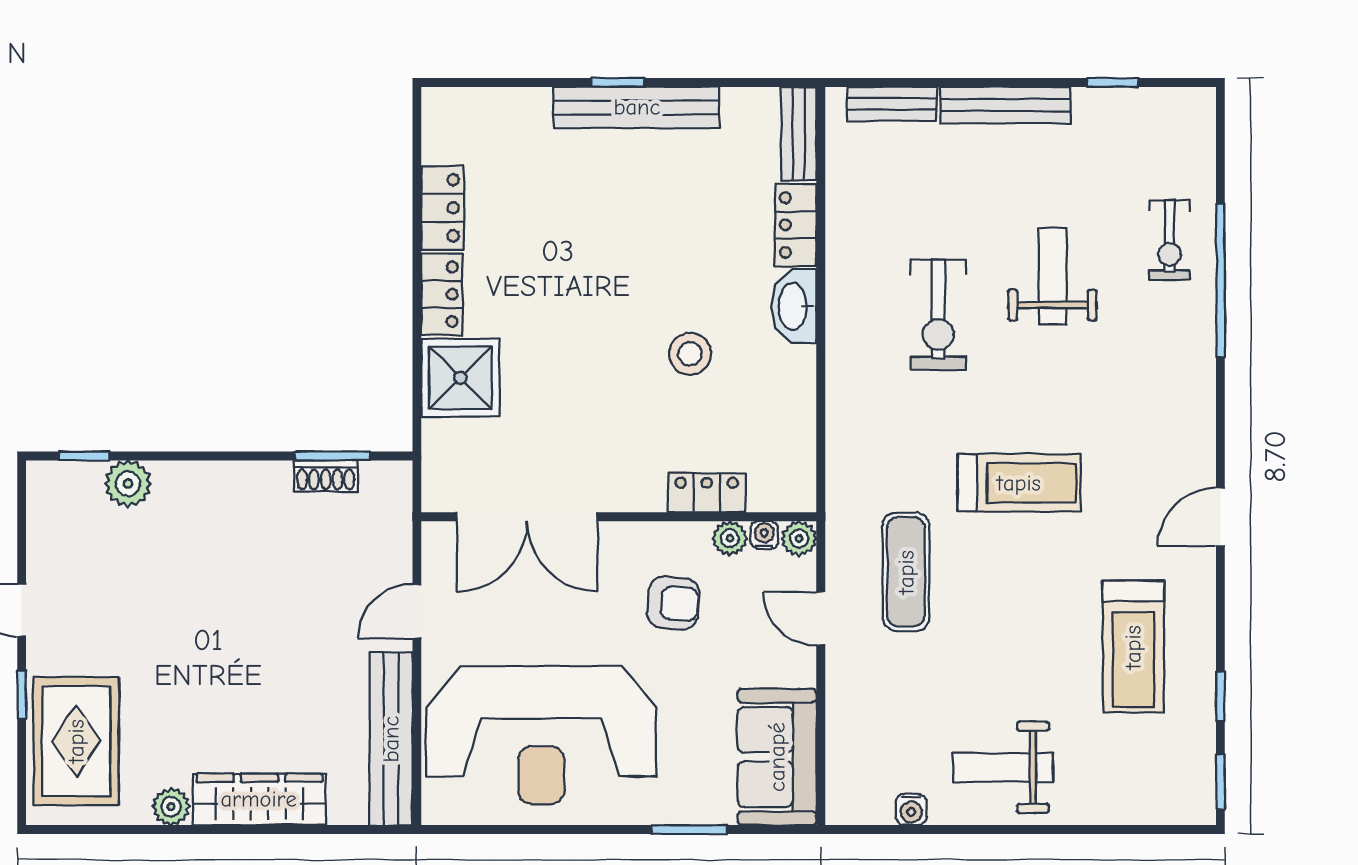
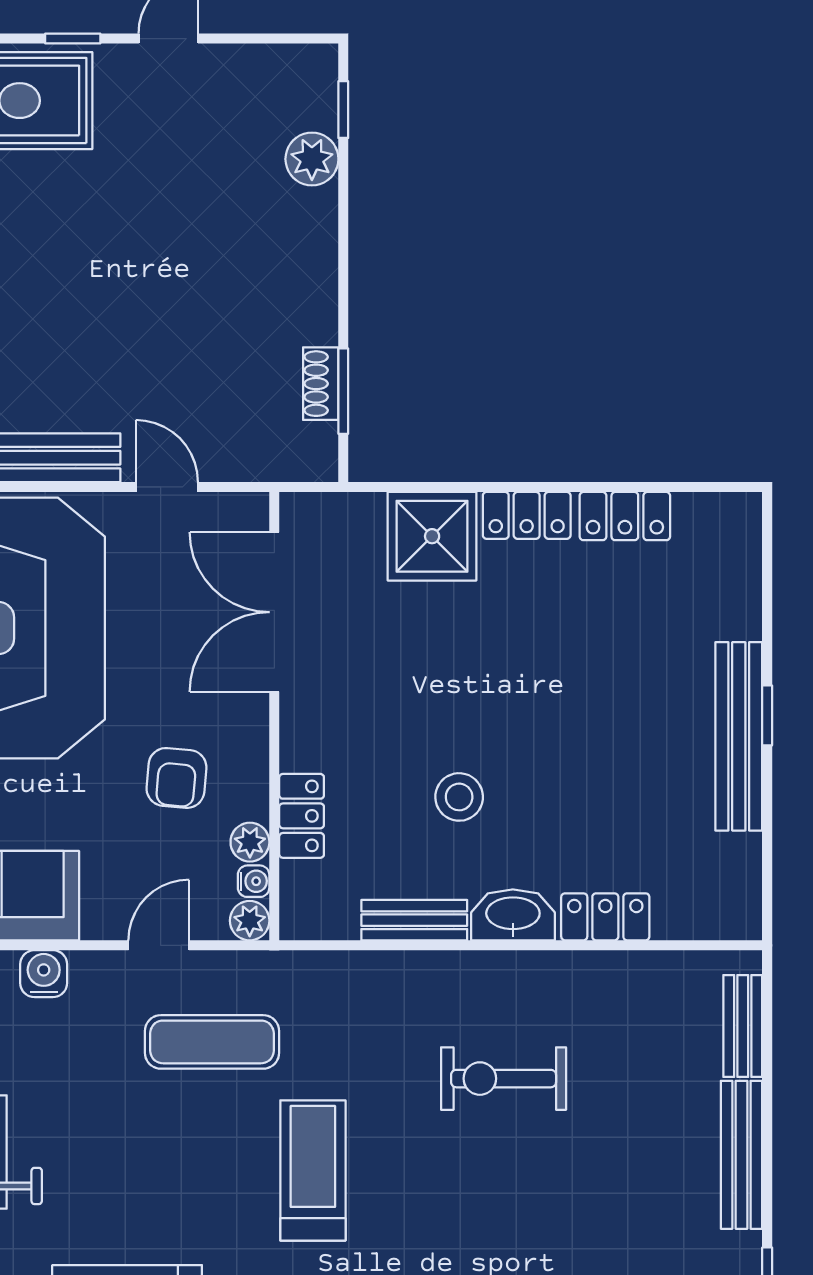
bench: (799, 134) -> (414, 920), moved
weight bench: (1053, 276) -> (547, 1208), removed
treadmill: (1019, 483) -> (313, 1170), turned 180
water cooler: (846, 720) -> (44, 974), added

